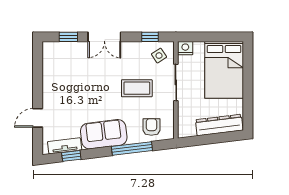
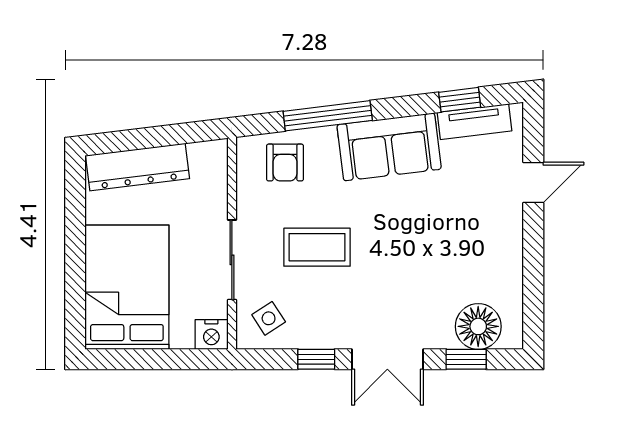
double door: (104, 37) -> (387, 359), swing flipped
window: (150, 37) -> (316, 359), moved
floor lamp: (63, 52) -> (478, 326), added

